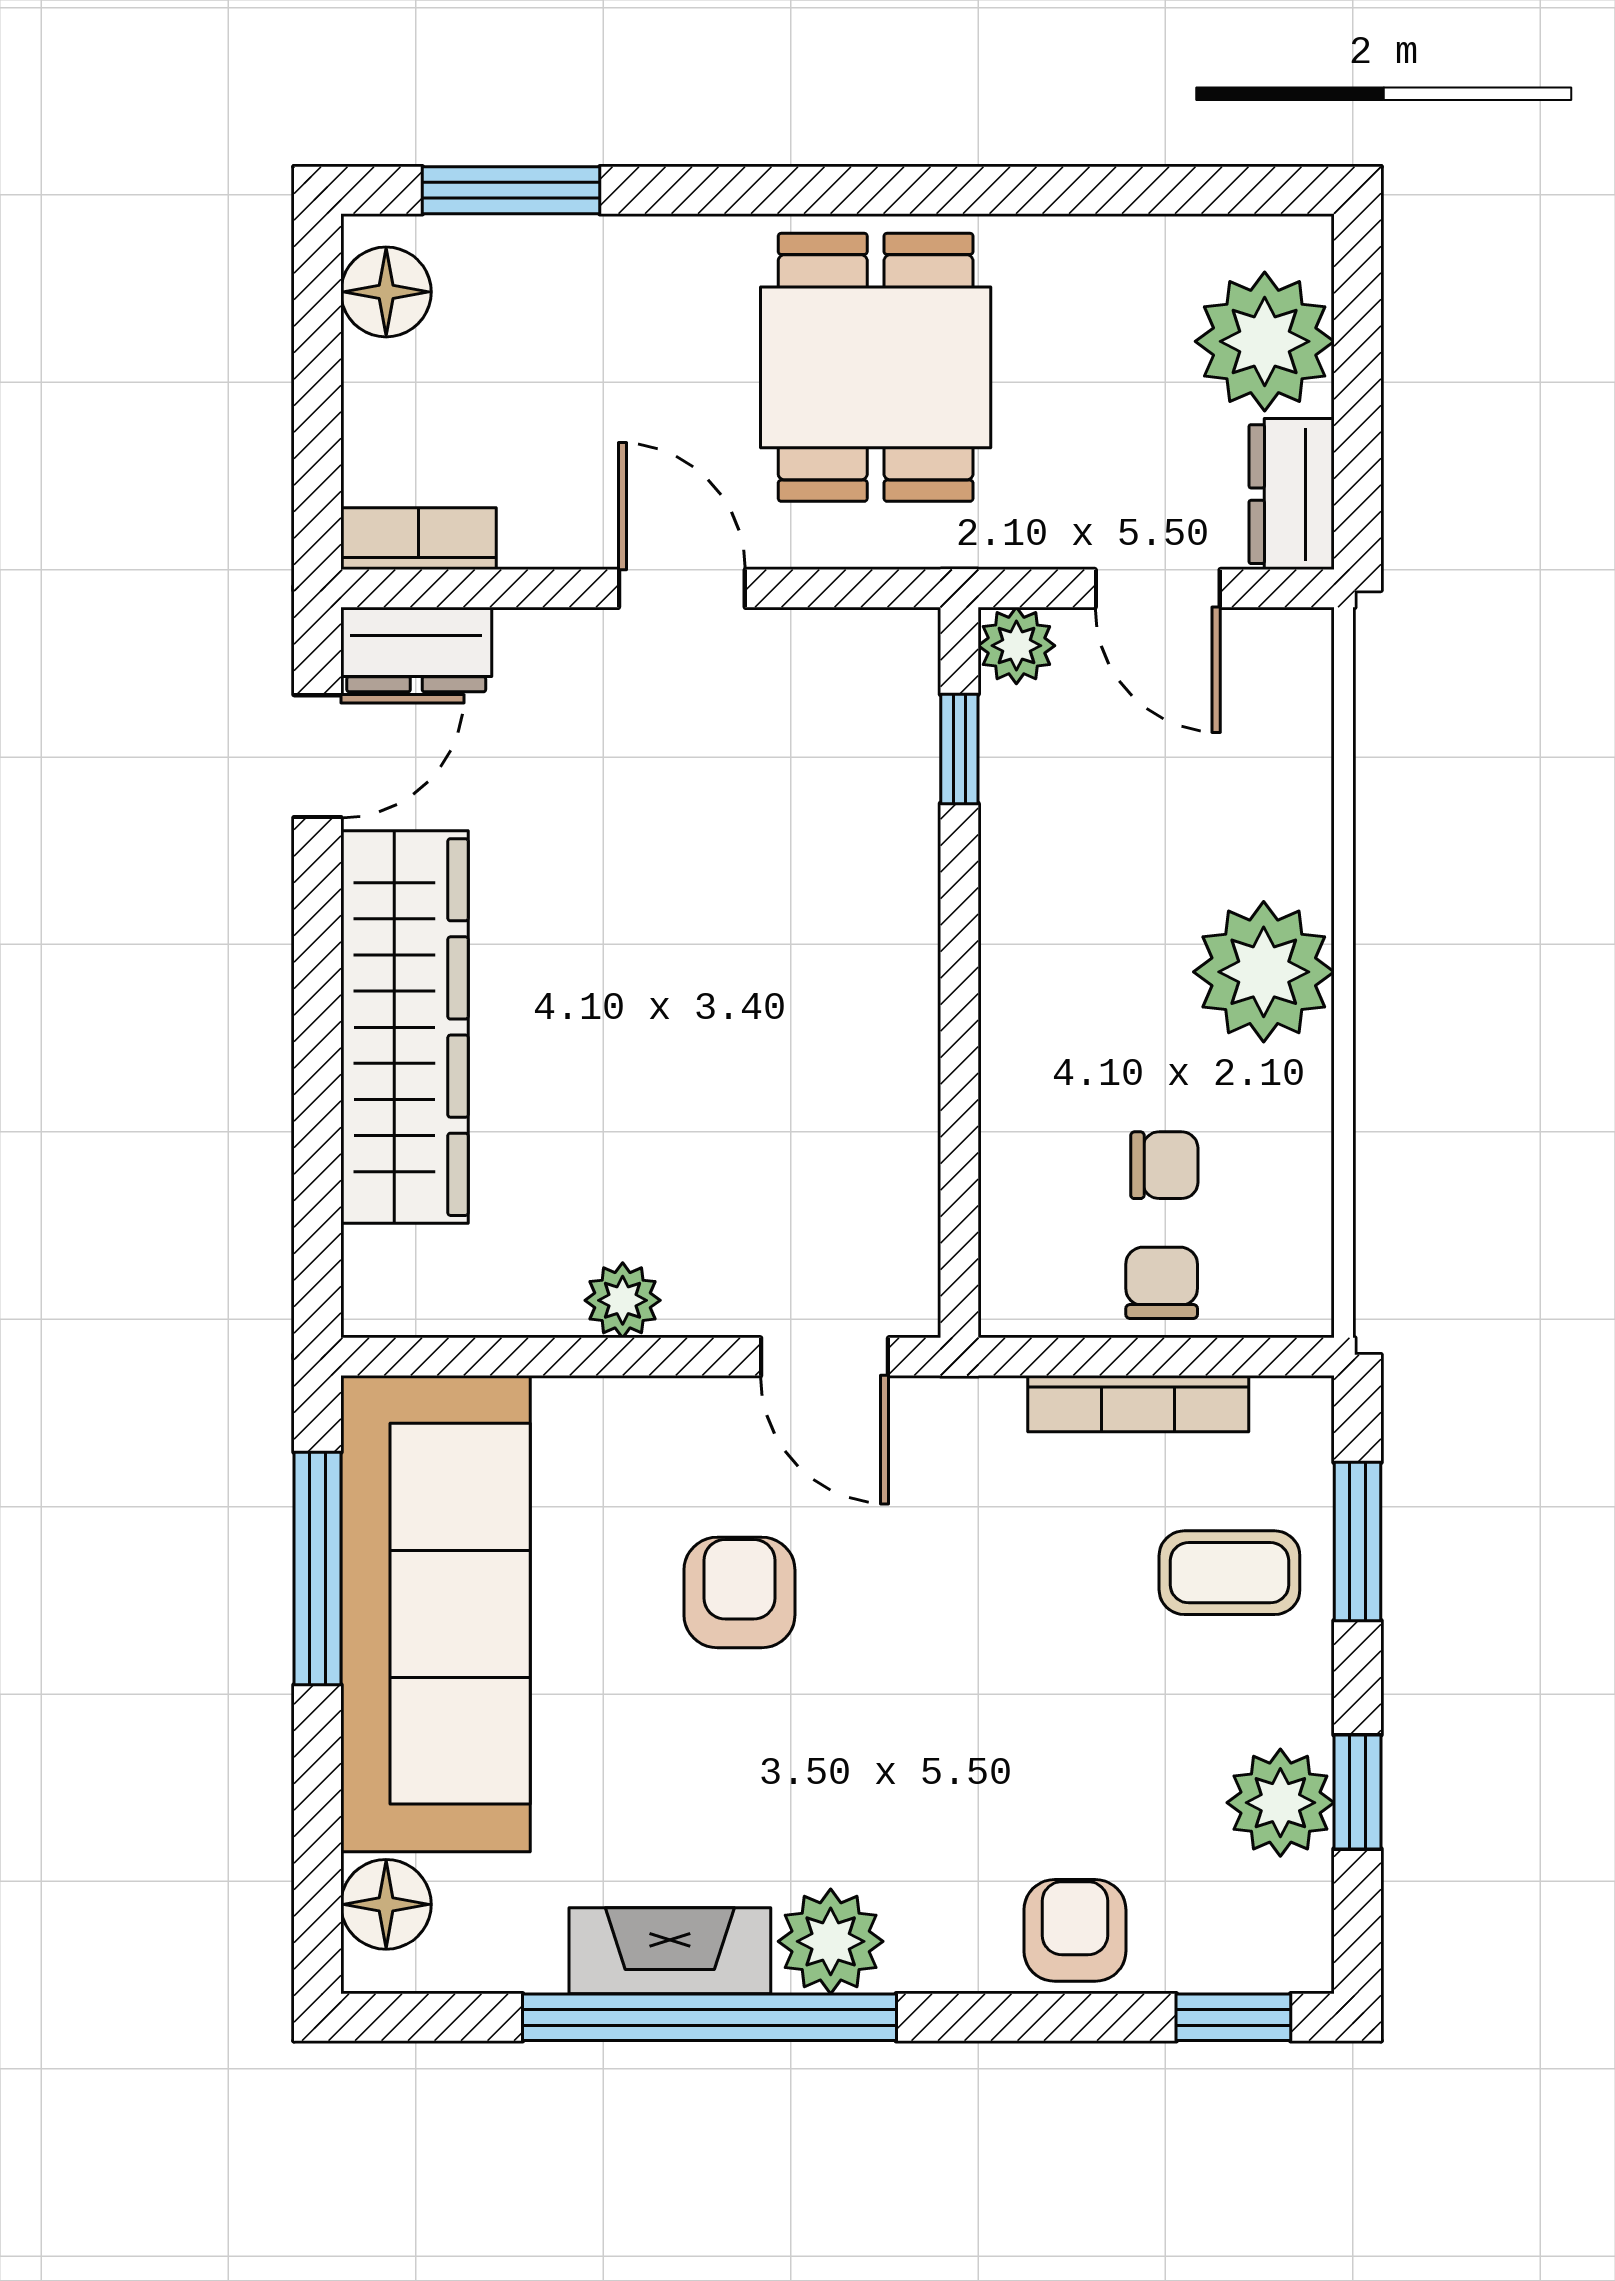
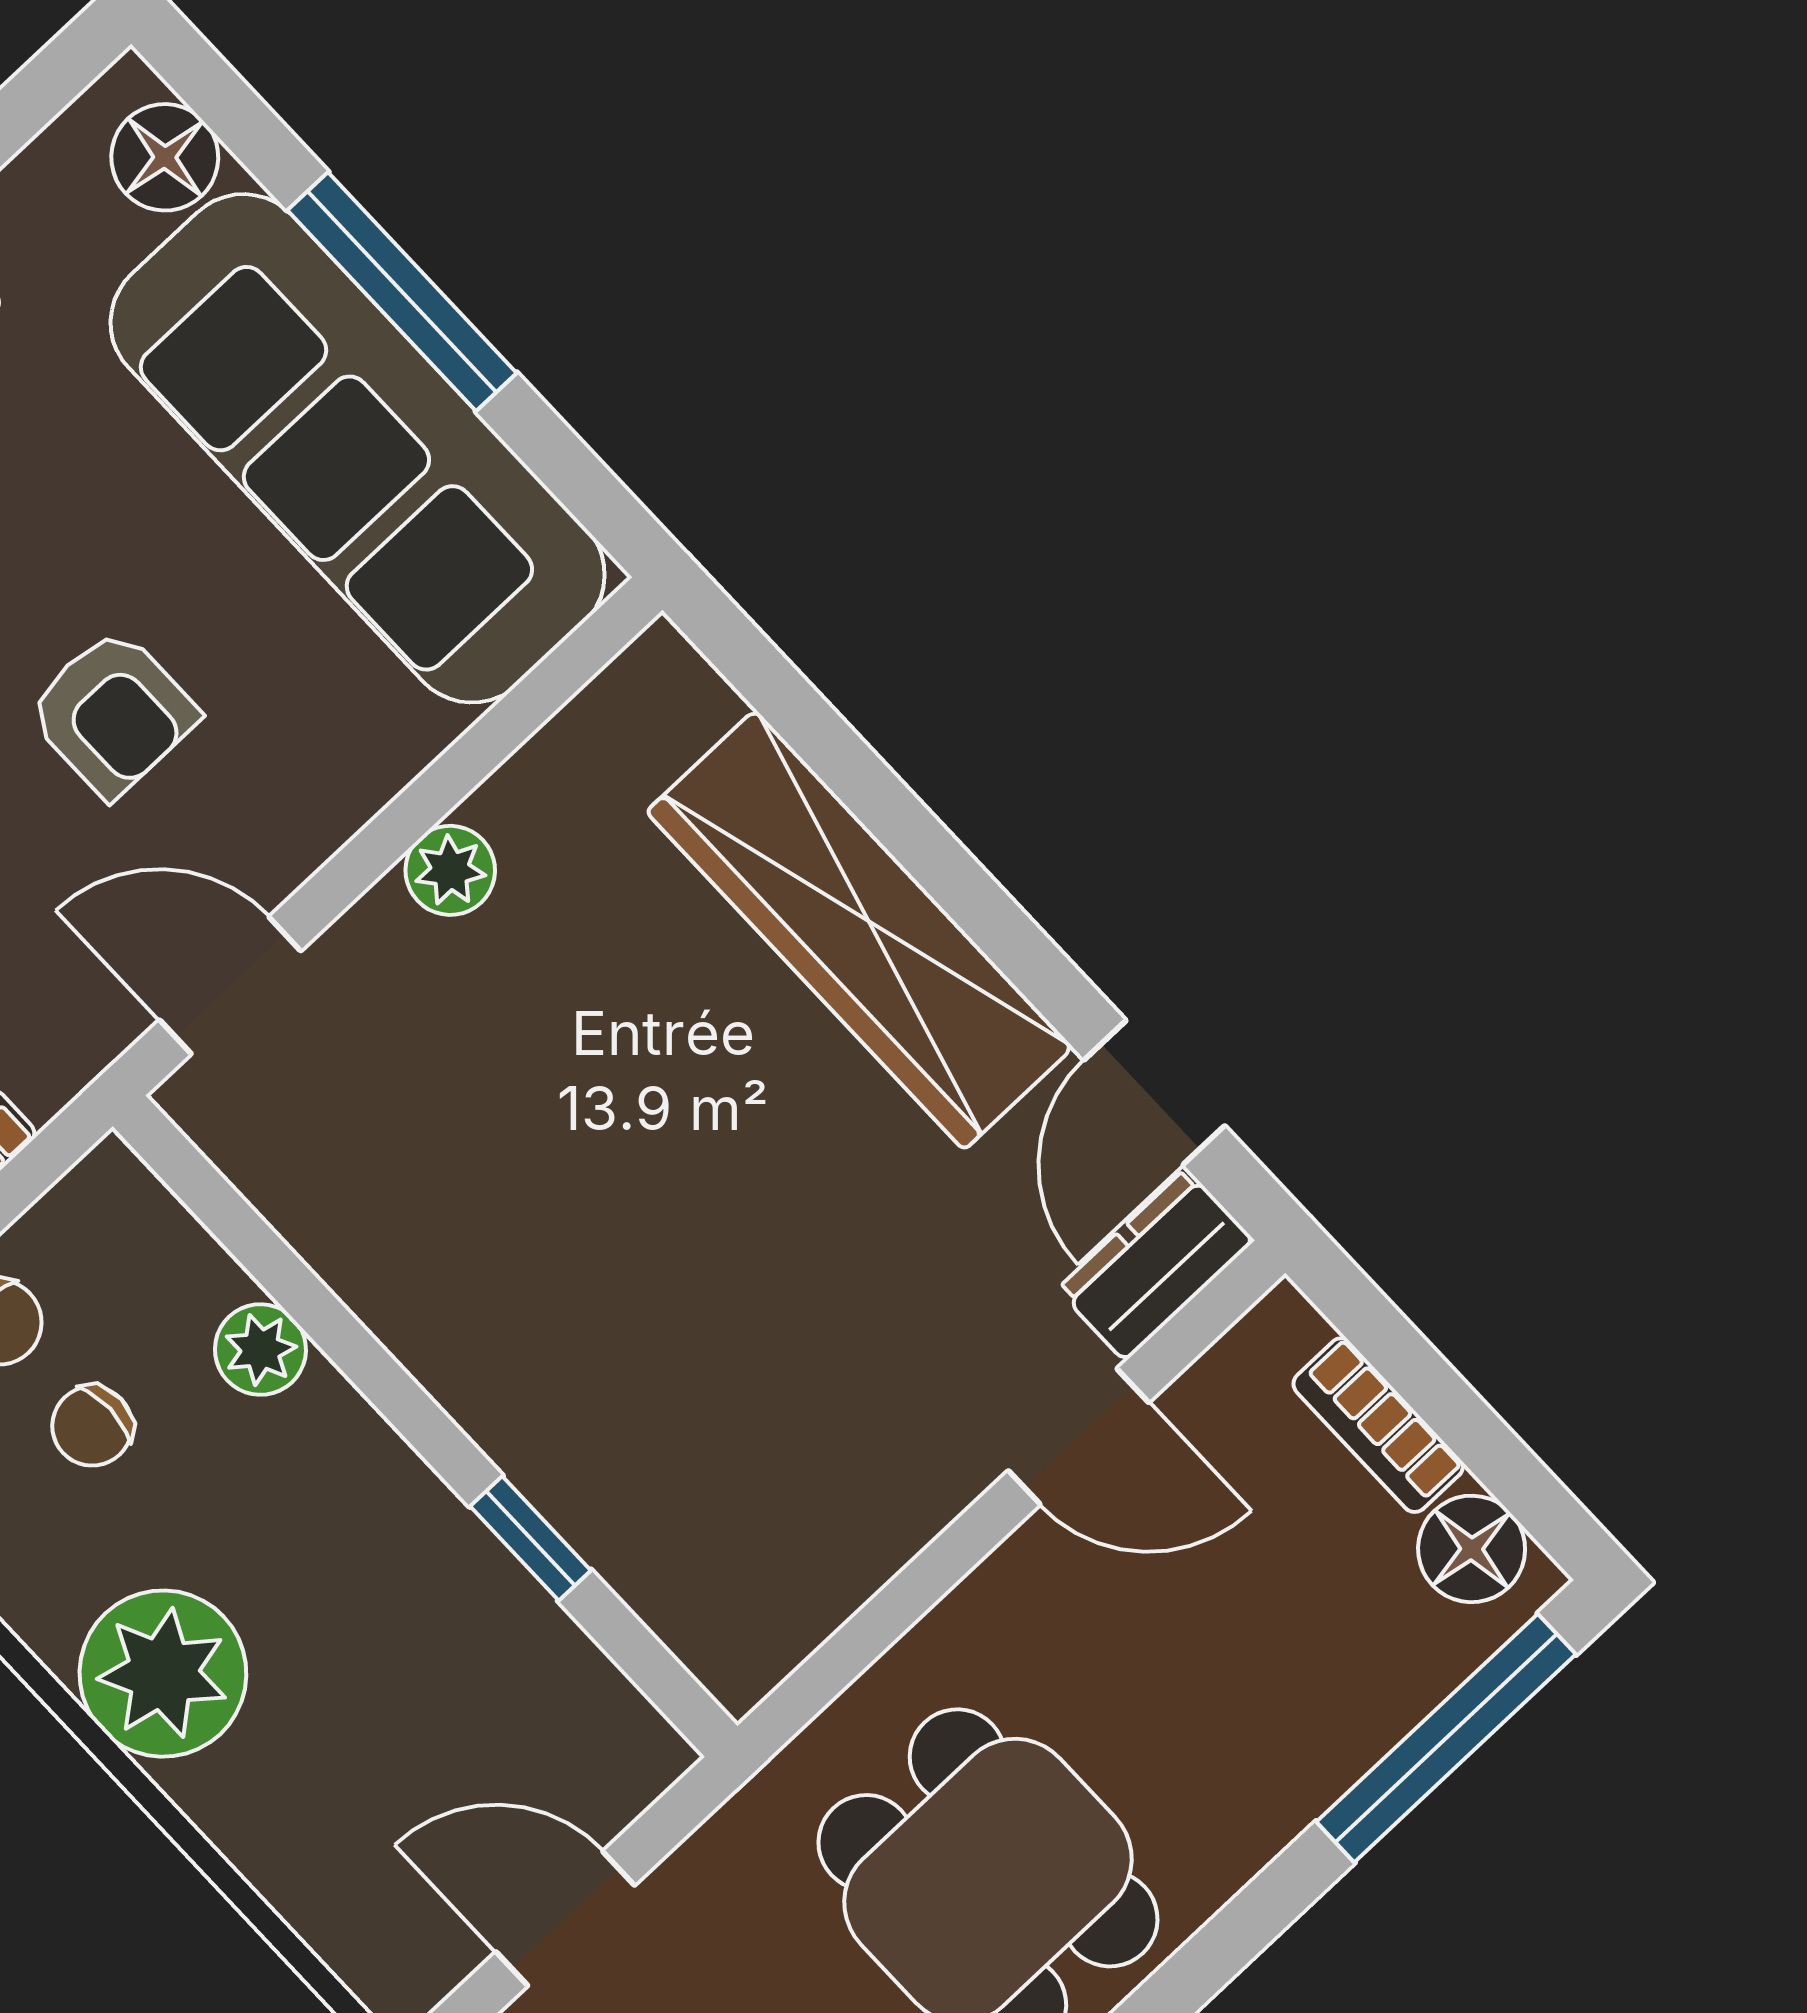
window: (511, 190) -> (1446, 1738), width x1.44
bookcase: (419, 539) -> (1378, 1425), moved, turned 90
door: (682, 588) -> (1078, 1437), moved
plant: (1016, 646) -> (260, 1350), moved
window: (959, 749) -> (530, 1538), moved
window: (318, 1569) -> (402, 292), moved

